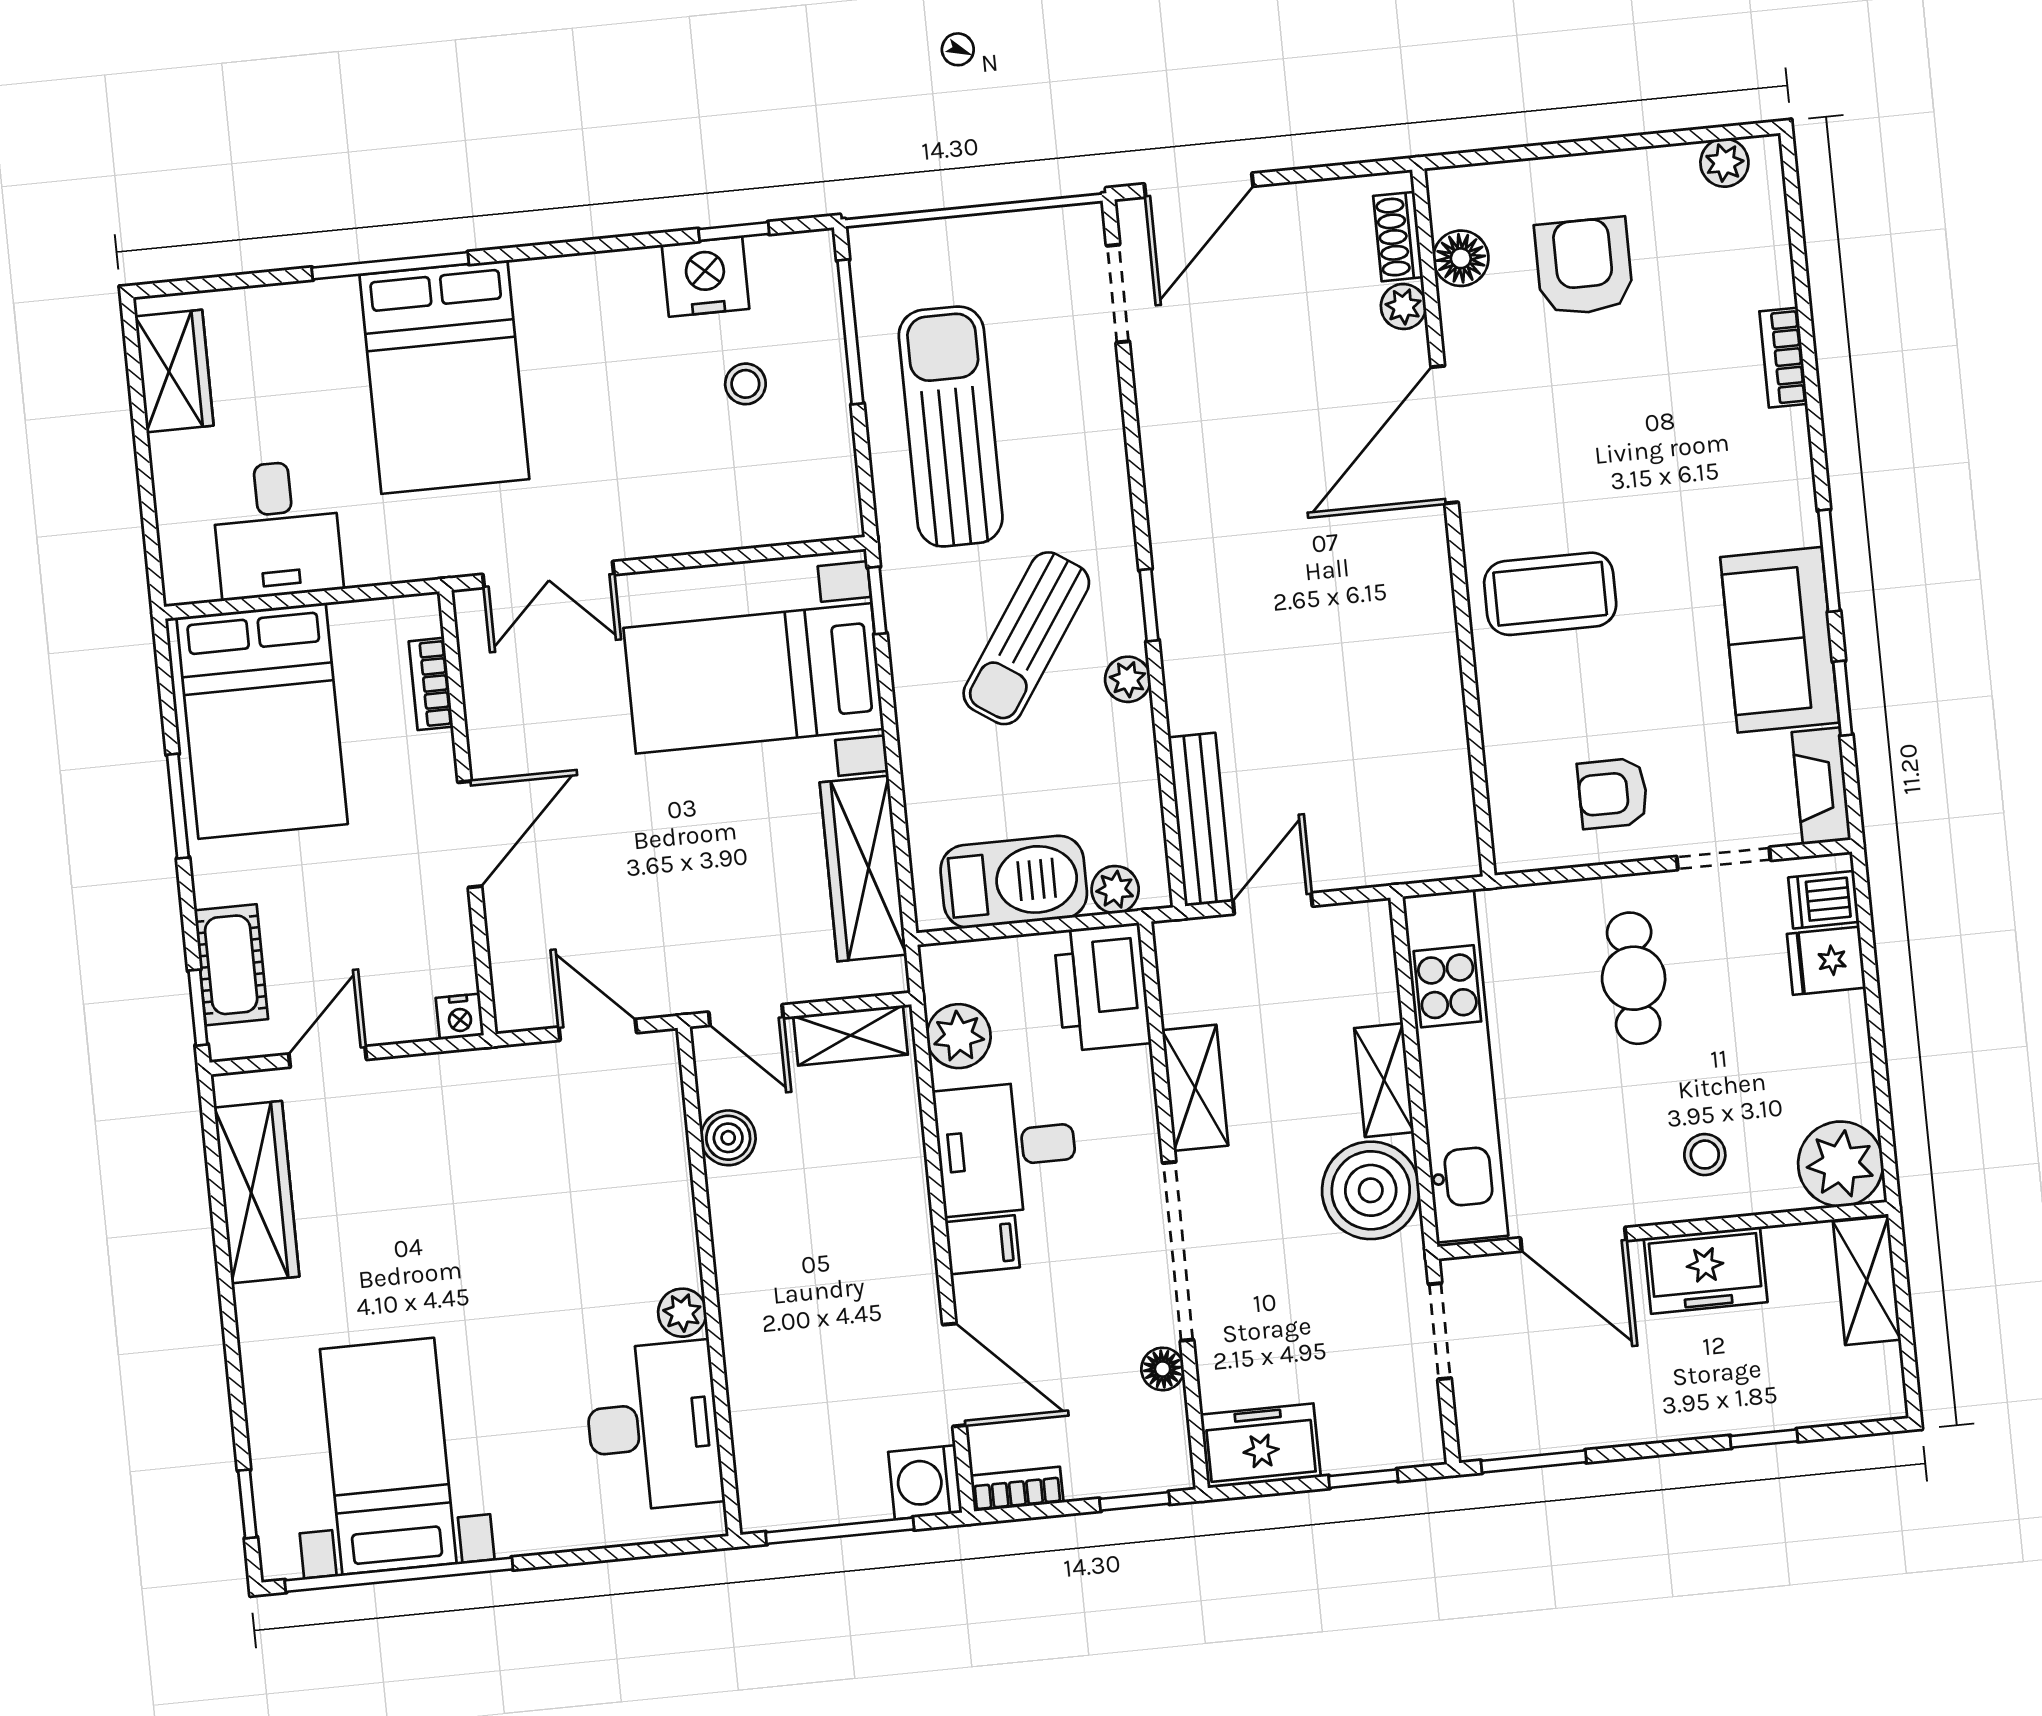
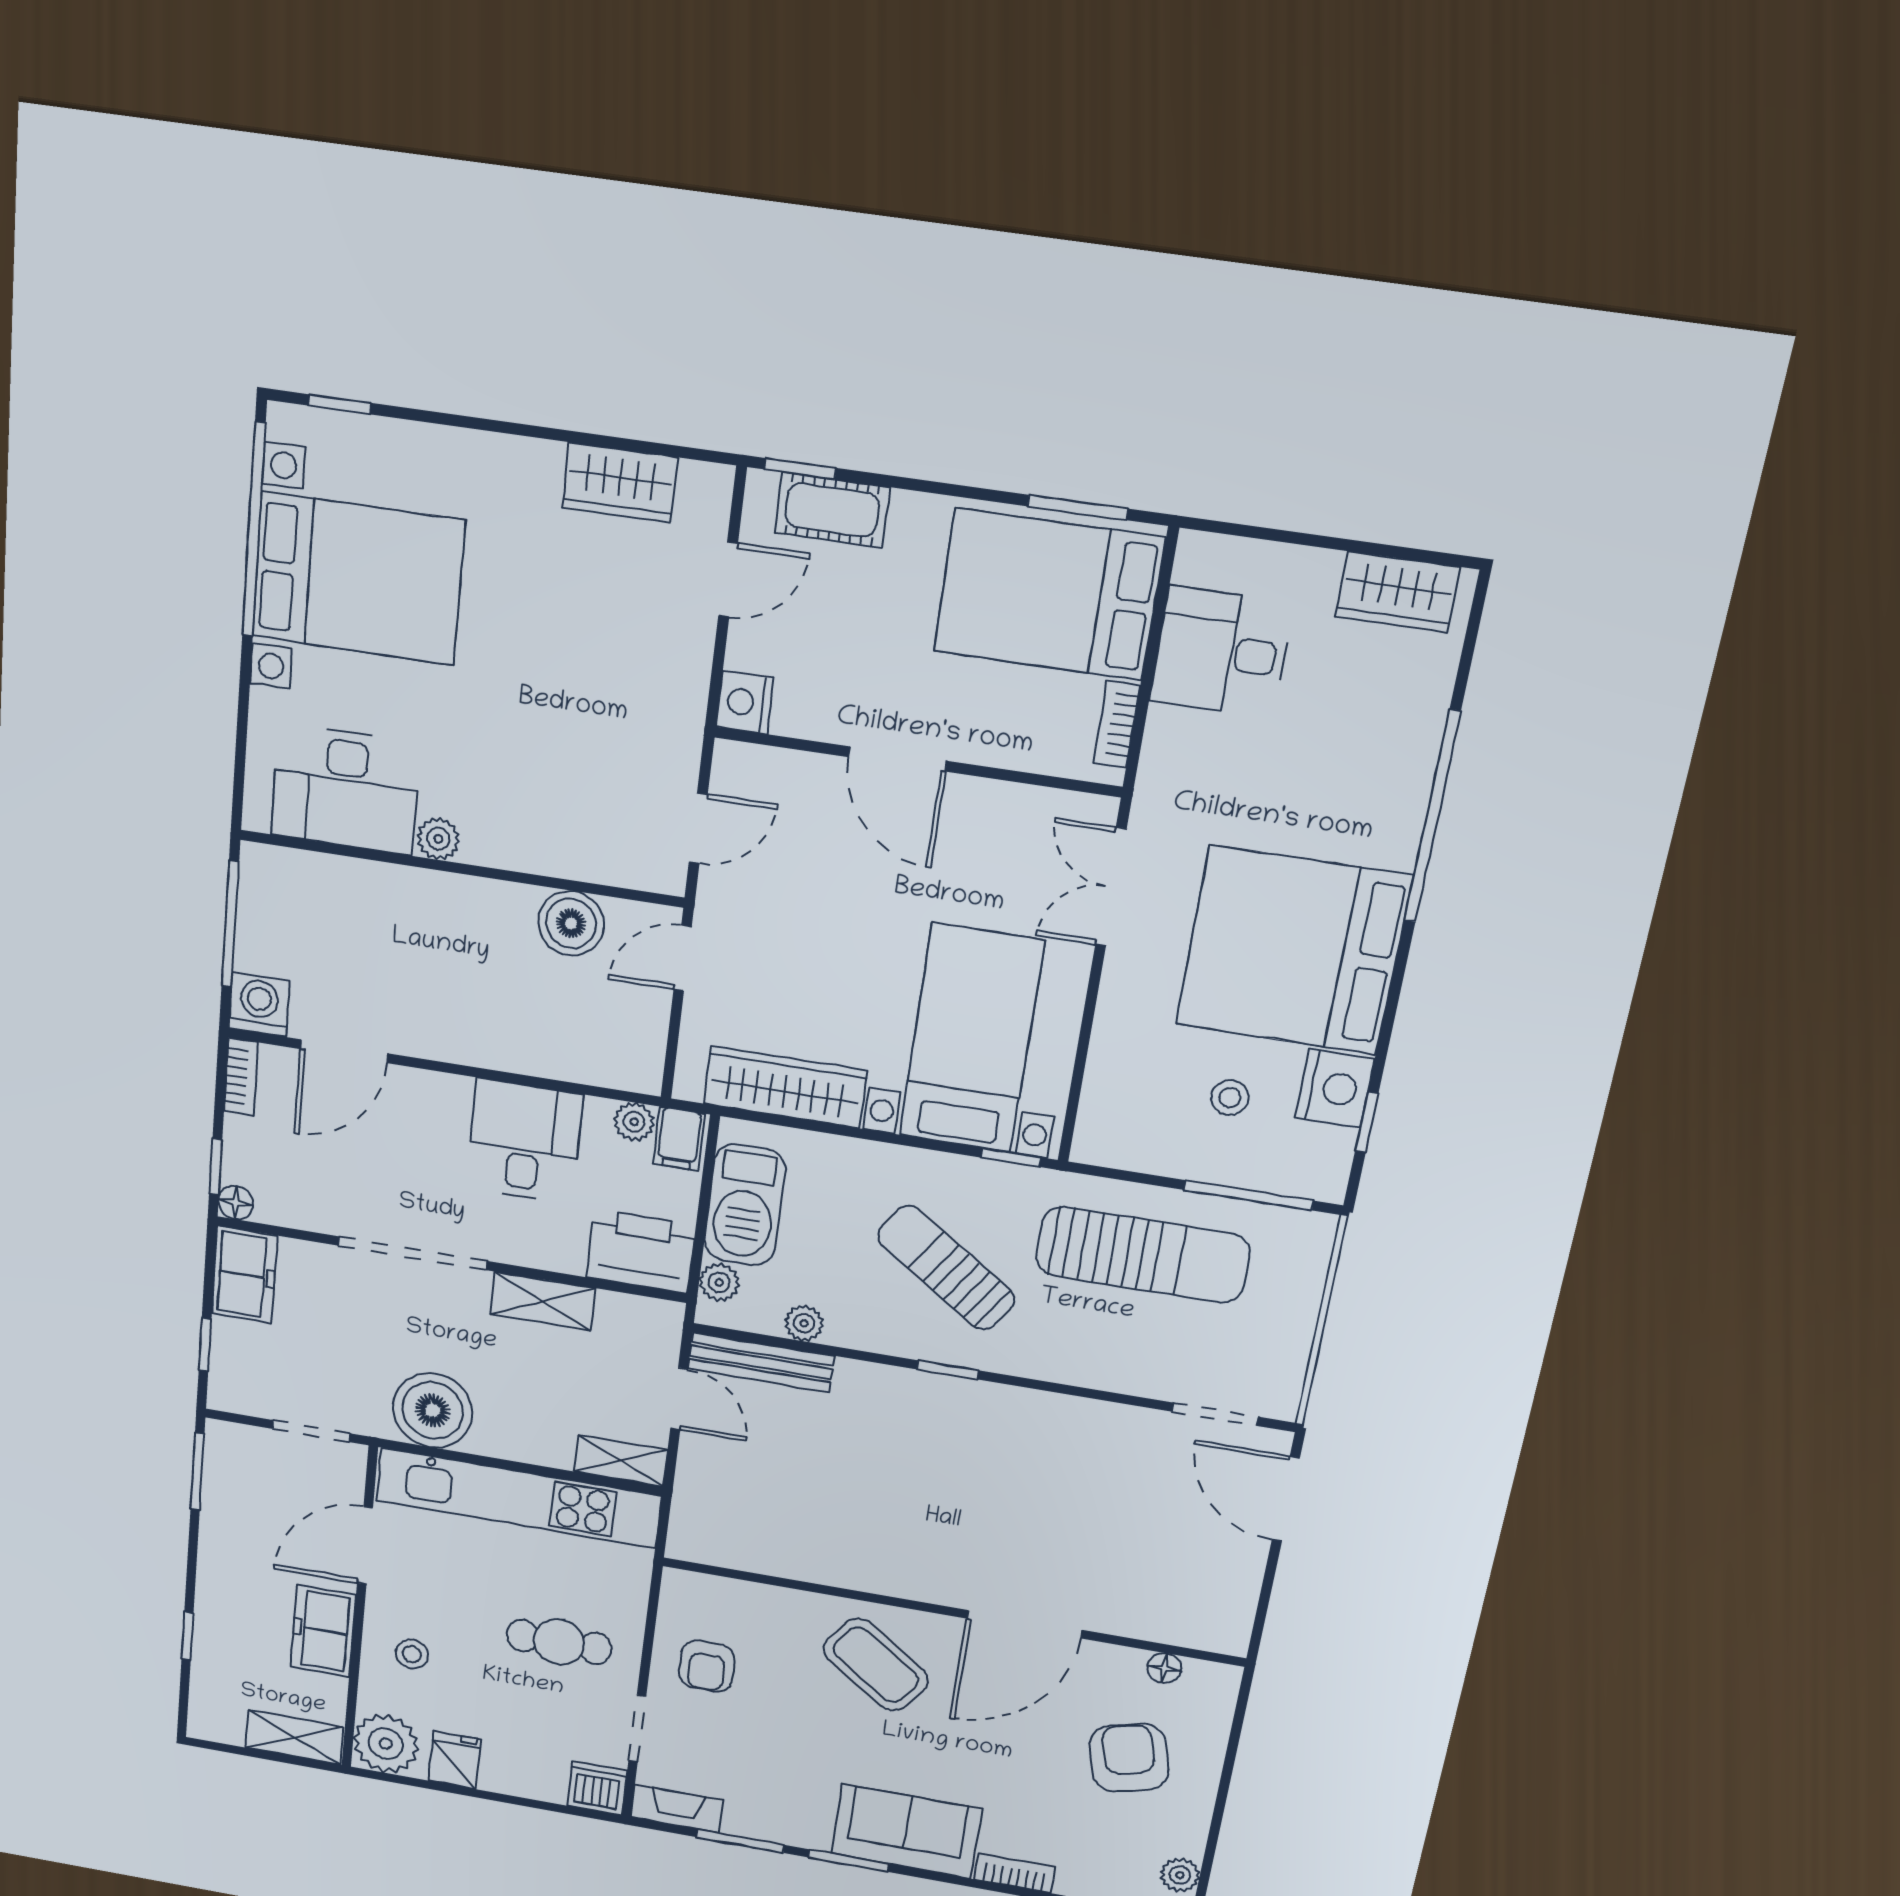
shoe rack: (1398, 237) -> (1195, 1634), removed
floor lamp: (1461, 258) -> (1164, 1668), width x0.73, depth x0.73
window: (390, 266) -> (1432, 817), width x1.46
armchair: (1584, 266) -> (1129, 1758), turned -105
plant: (1403, 306) -> (1137, 1622), removed
bed: (444, 377) -> (1293, 951), moved, width x1.36
door: (1445, 435) -> (1024, 1624), swing flipped
coffee table: (1550, 594) -> (876, 1665), turned -55
sofa: (1780, 640) -> (906, 1831), moved
plant: (1128, 679) -> (804, 1323), moved
bookcase: (431, 684) -> (1117, 724), moved, turned -90
window: (1843, 698) -> (740, 1841), width x1.50
armchair: (1613, 793) -> (707, 1666), turned 180
window: (178, 806) -> (1078, 507), moved
dishwasher: (1824, 900) -> (597, 1788), width x1.38
fridge: (1826, 961) -> (455, 1760), moved
nightstand: (460, 1017) -> (745, 702), width x1.39, depth x1.35
shelving: (850, 1035) -> (646, 1040), removed
plant: (959, 1036) -> (634, 1122), width x0.73, depth x0.73
door: (328, 1057) -> (728, 580), hinge flipped
shelving: (1384, 1080) -> (621, 1461), moved
boiler: (728, 1138) -> (571, 923), width x1.36, depth x1.36
wardrobe: (257, 1192) -> (620, 483), width x0.67
filing cabinet: (982, 1245) -> (679, 1139), moved
floor lamp: (1163, 1369) -> (236, 1203), moved
bed with nightstands: (388, 1456) -> (358, 579), width x1.36

